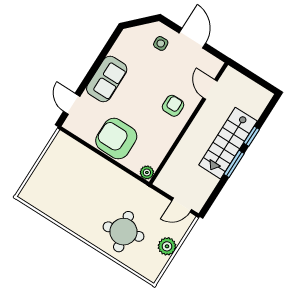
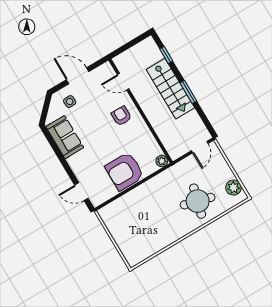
sofa: (107, 79) -> (65, 137), moved
window: (251, 136) -> (166, 55), moved
round table: (123, 232) -> (198, 201), turned 30
plant: (167, 246) -> (233, 188), moved

